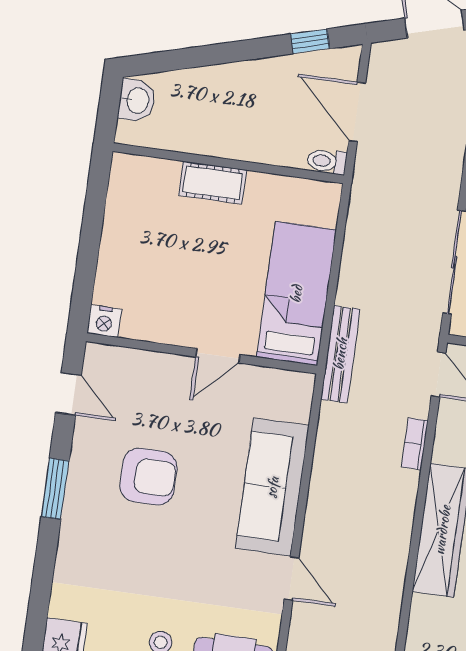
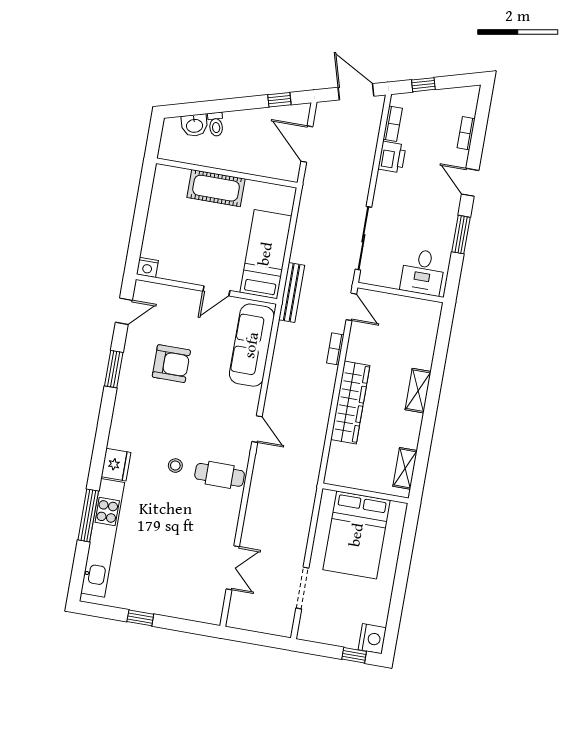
washbasin: (137, 100) -> (194, 125), moved, turned 74
toilet: (327, 161) -> (216, 124), moved, turned -106
cot: (213, 183) -> (216, 188), width x1.37, depth x1.34
door: (68, 394) -> (124, 311), hinge flipped
sofa: (272, 487) -> (252, 345), moved

